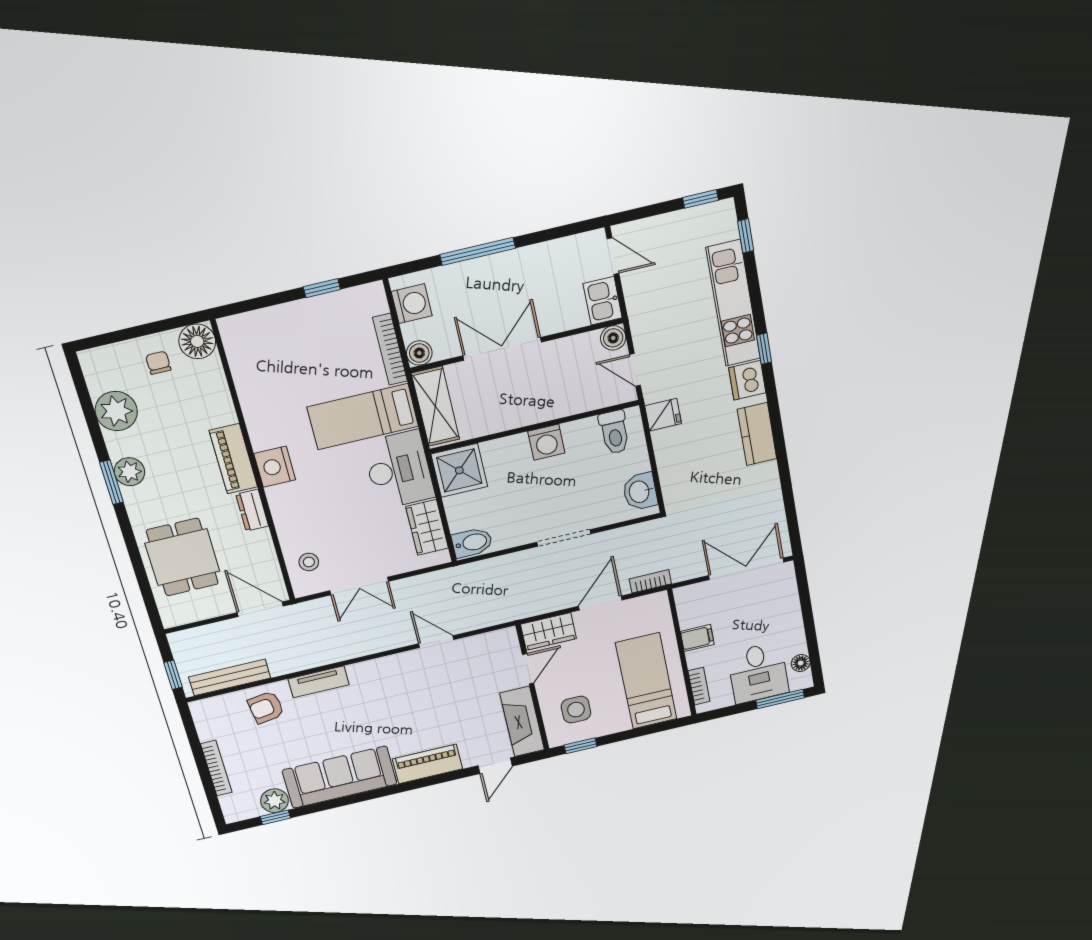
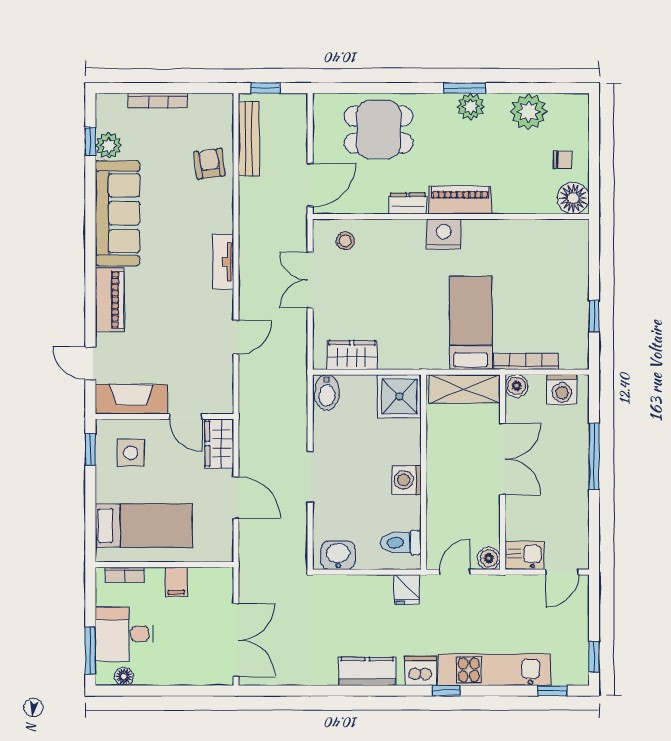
desk: (399, 470) -> (413, 343), removed
bookcase: (650, 581) -> (246, 548), removed
tv unit: (319, 682) -> (223, 262), moved

